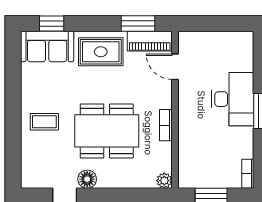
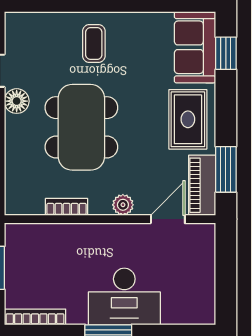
bookcase: (166, 125) -> (67, 207), moved
bookcase: (248, 174) -> (35, 317), width x1.56
plant: (164, 181) -> (123, 205), moved

